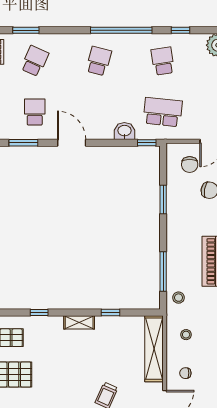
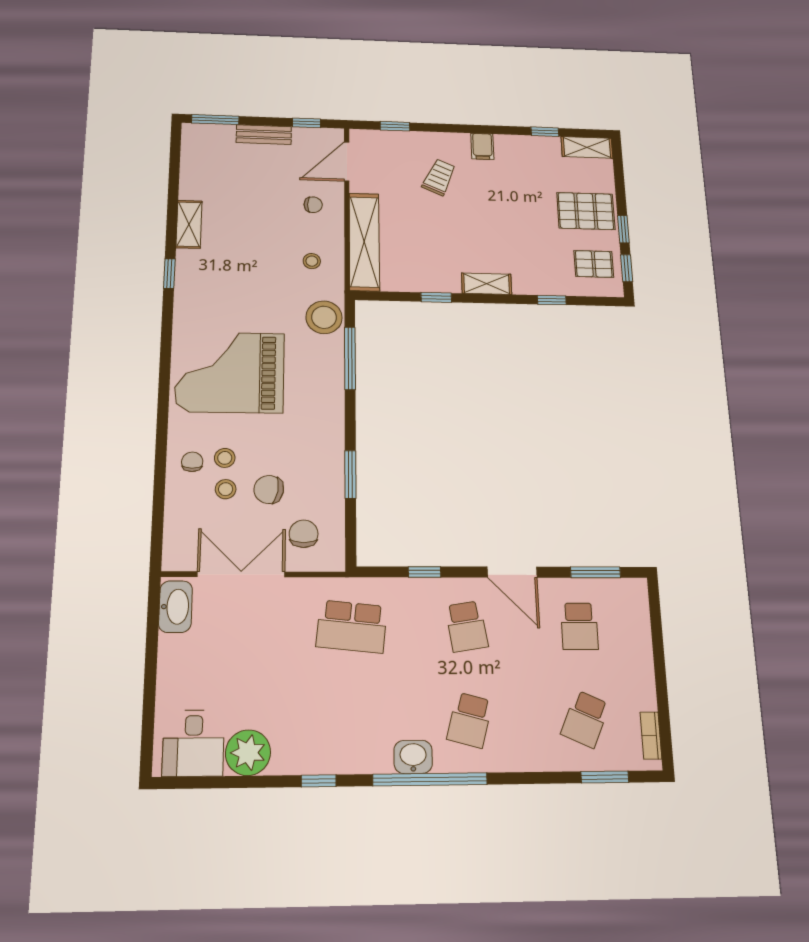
school desk: (163, 61) -> (466, 626), moved
washbasin: (124, 131) -> (413, 757), moved, turned 180
window: (147, 143) -> (425, 572), moved
stool: (179, 298) -> (324, 317), width x1.89, depth x1.89

